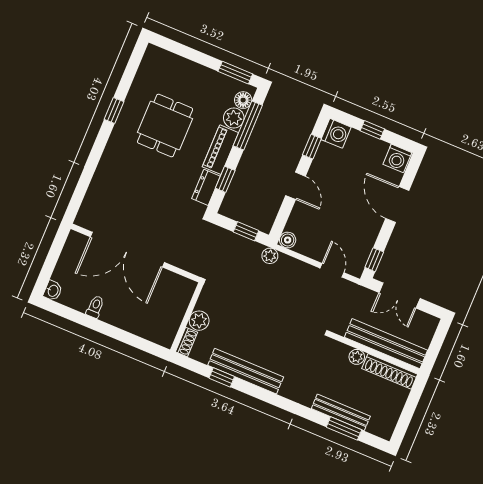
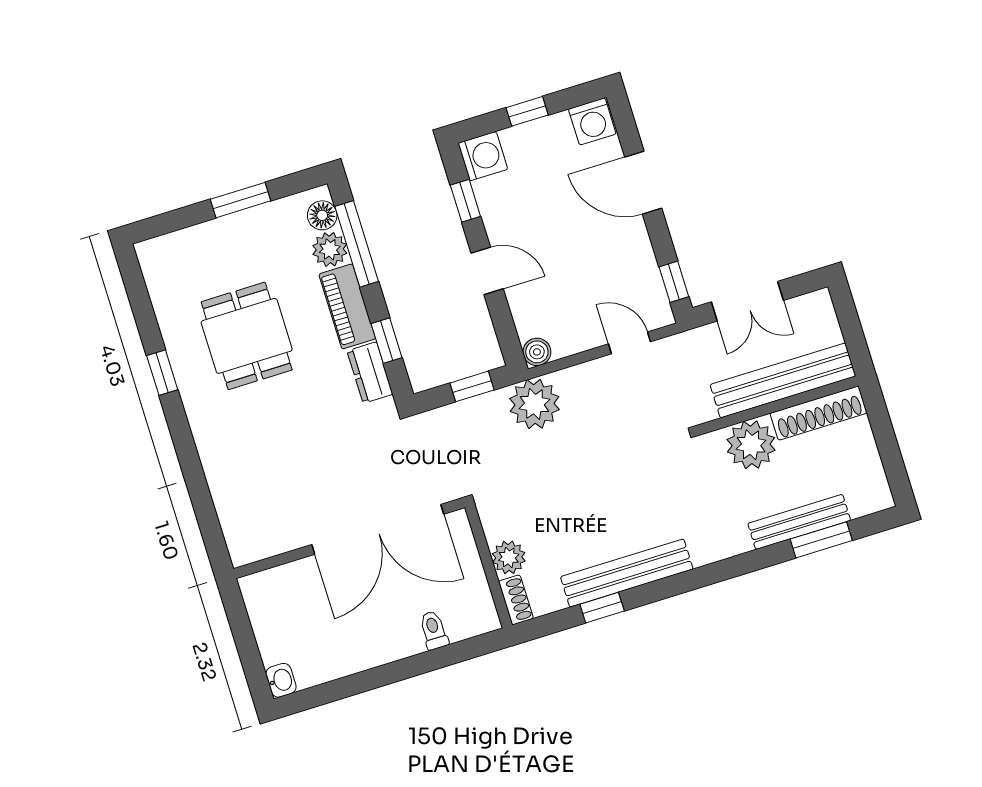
window: (235, 73) -> (240, 200), moved
double door: (127, 250) -> (378, 529), moved
plant: (270, 256) -> (534, 404), width x1.88, depth x1.88
toilet: (95, 307) -> (434, 630), moved
plant: (357, 357) -> (751, 445), width x1.88, depth x1.88

